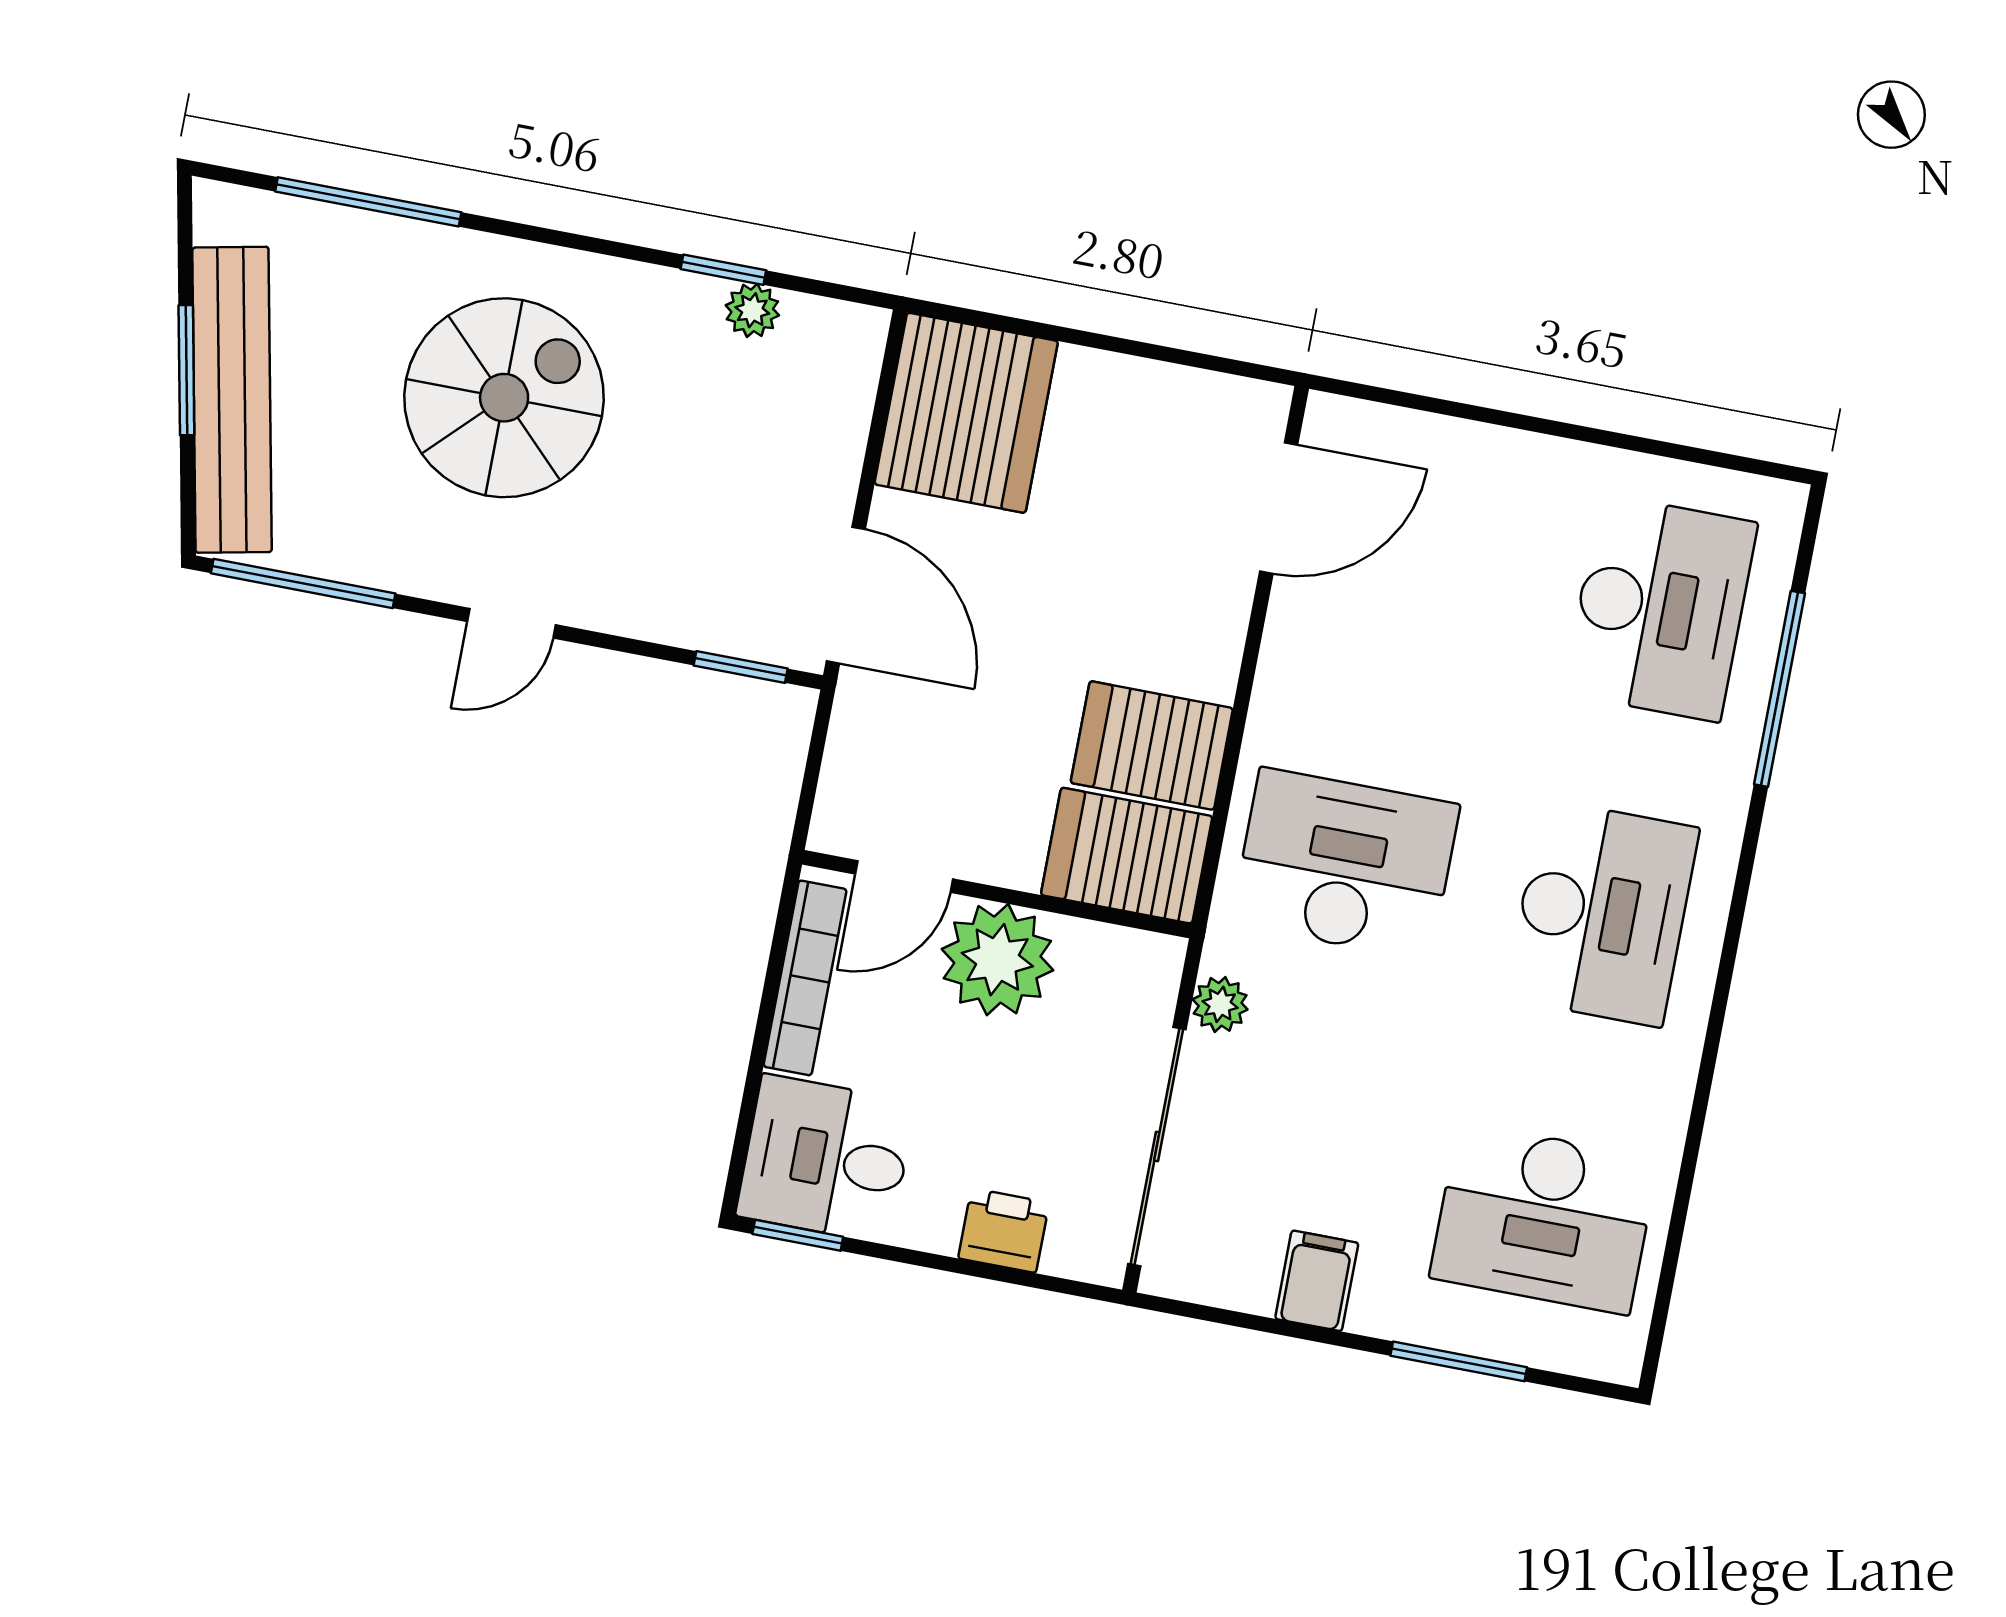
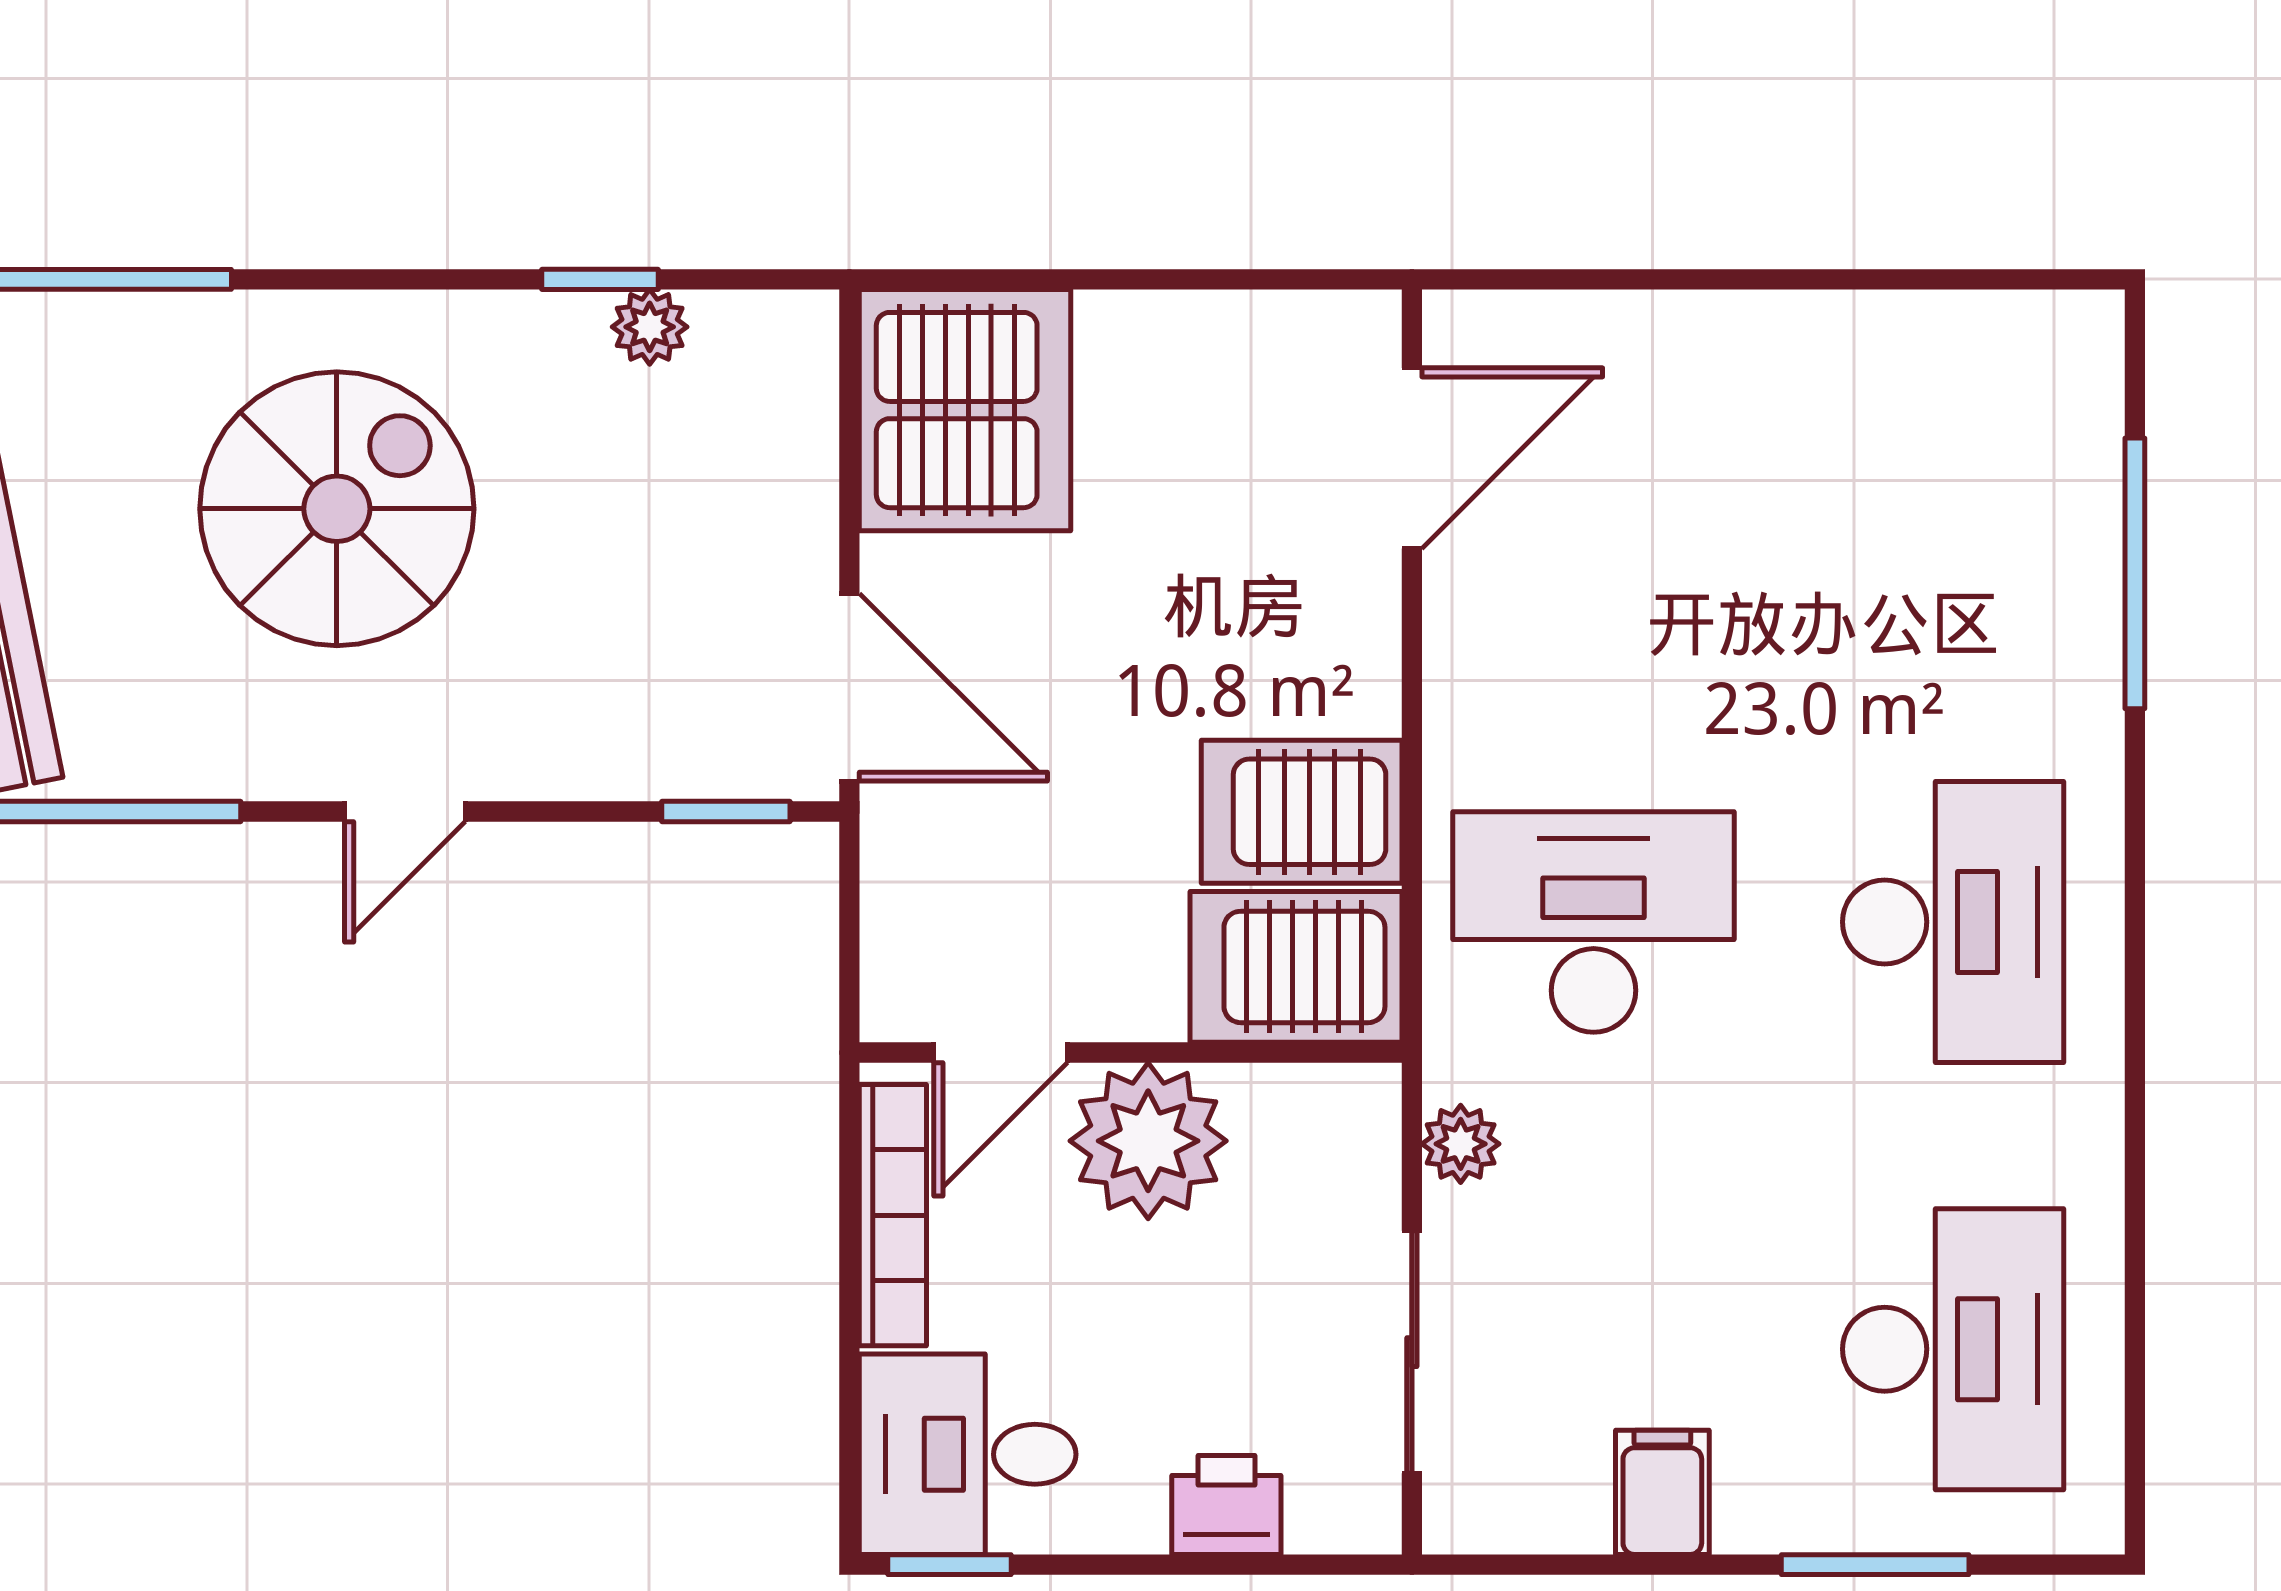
desk: (1660, 608) -> (1953, 495), removed
sliding door: (1157, 1146) -> (1412, 1352), width x0.73
desk: (1544, 1218) -> (1953, 1349), turned -90

